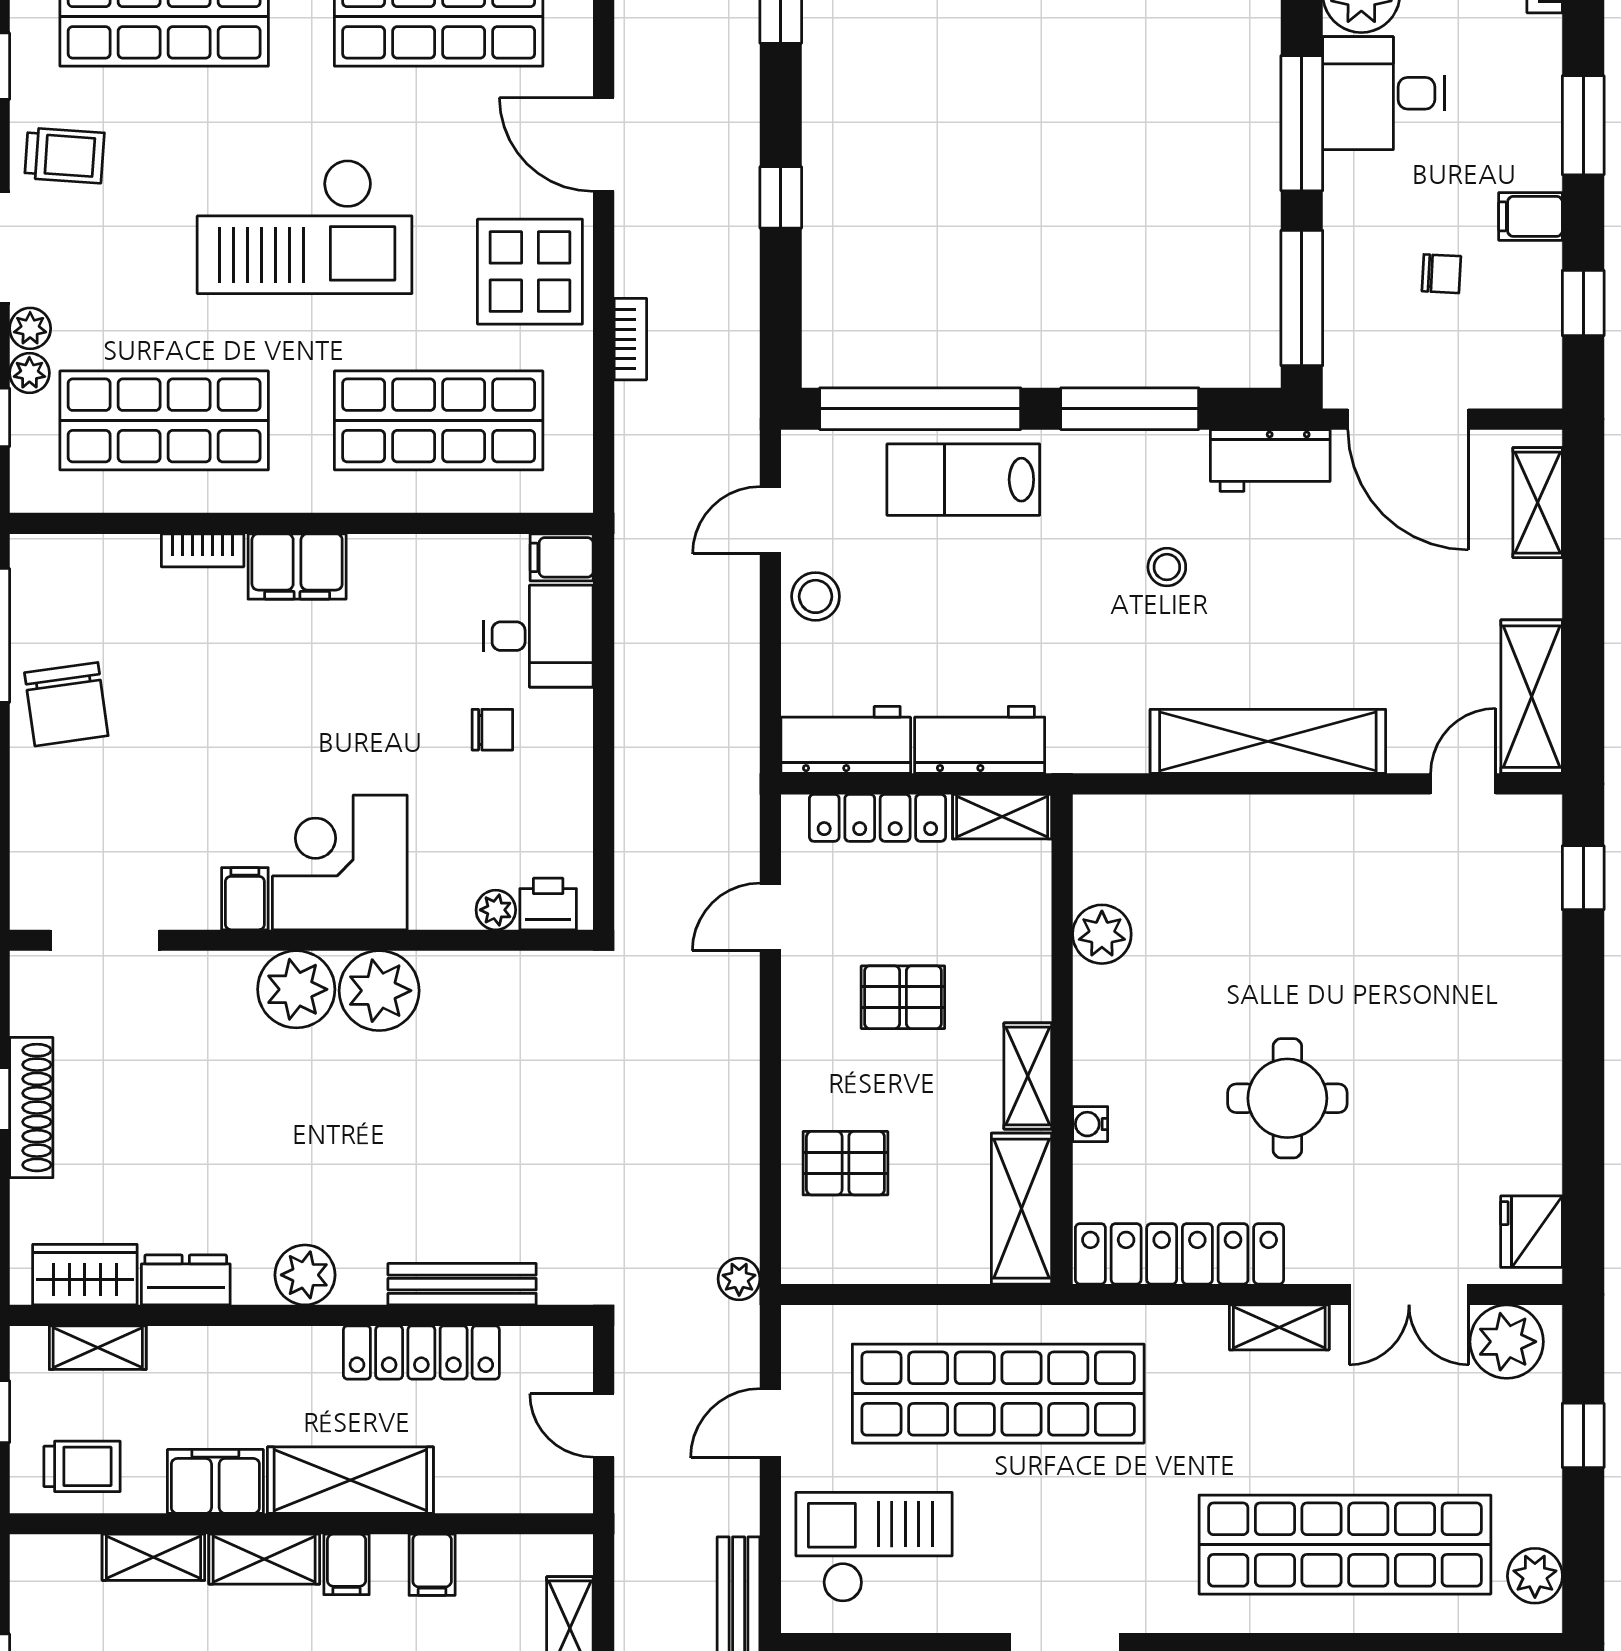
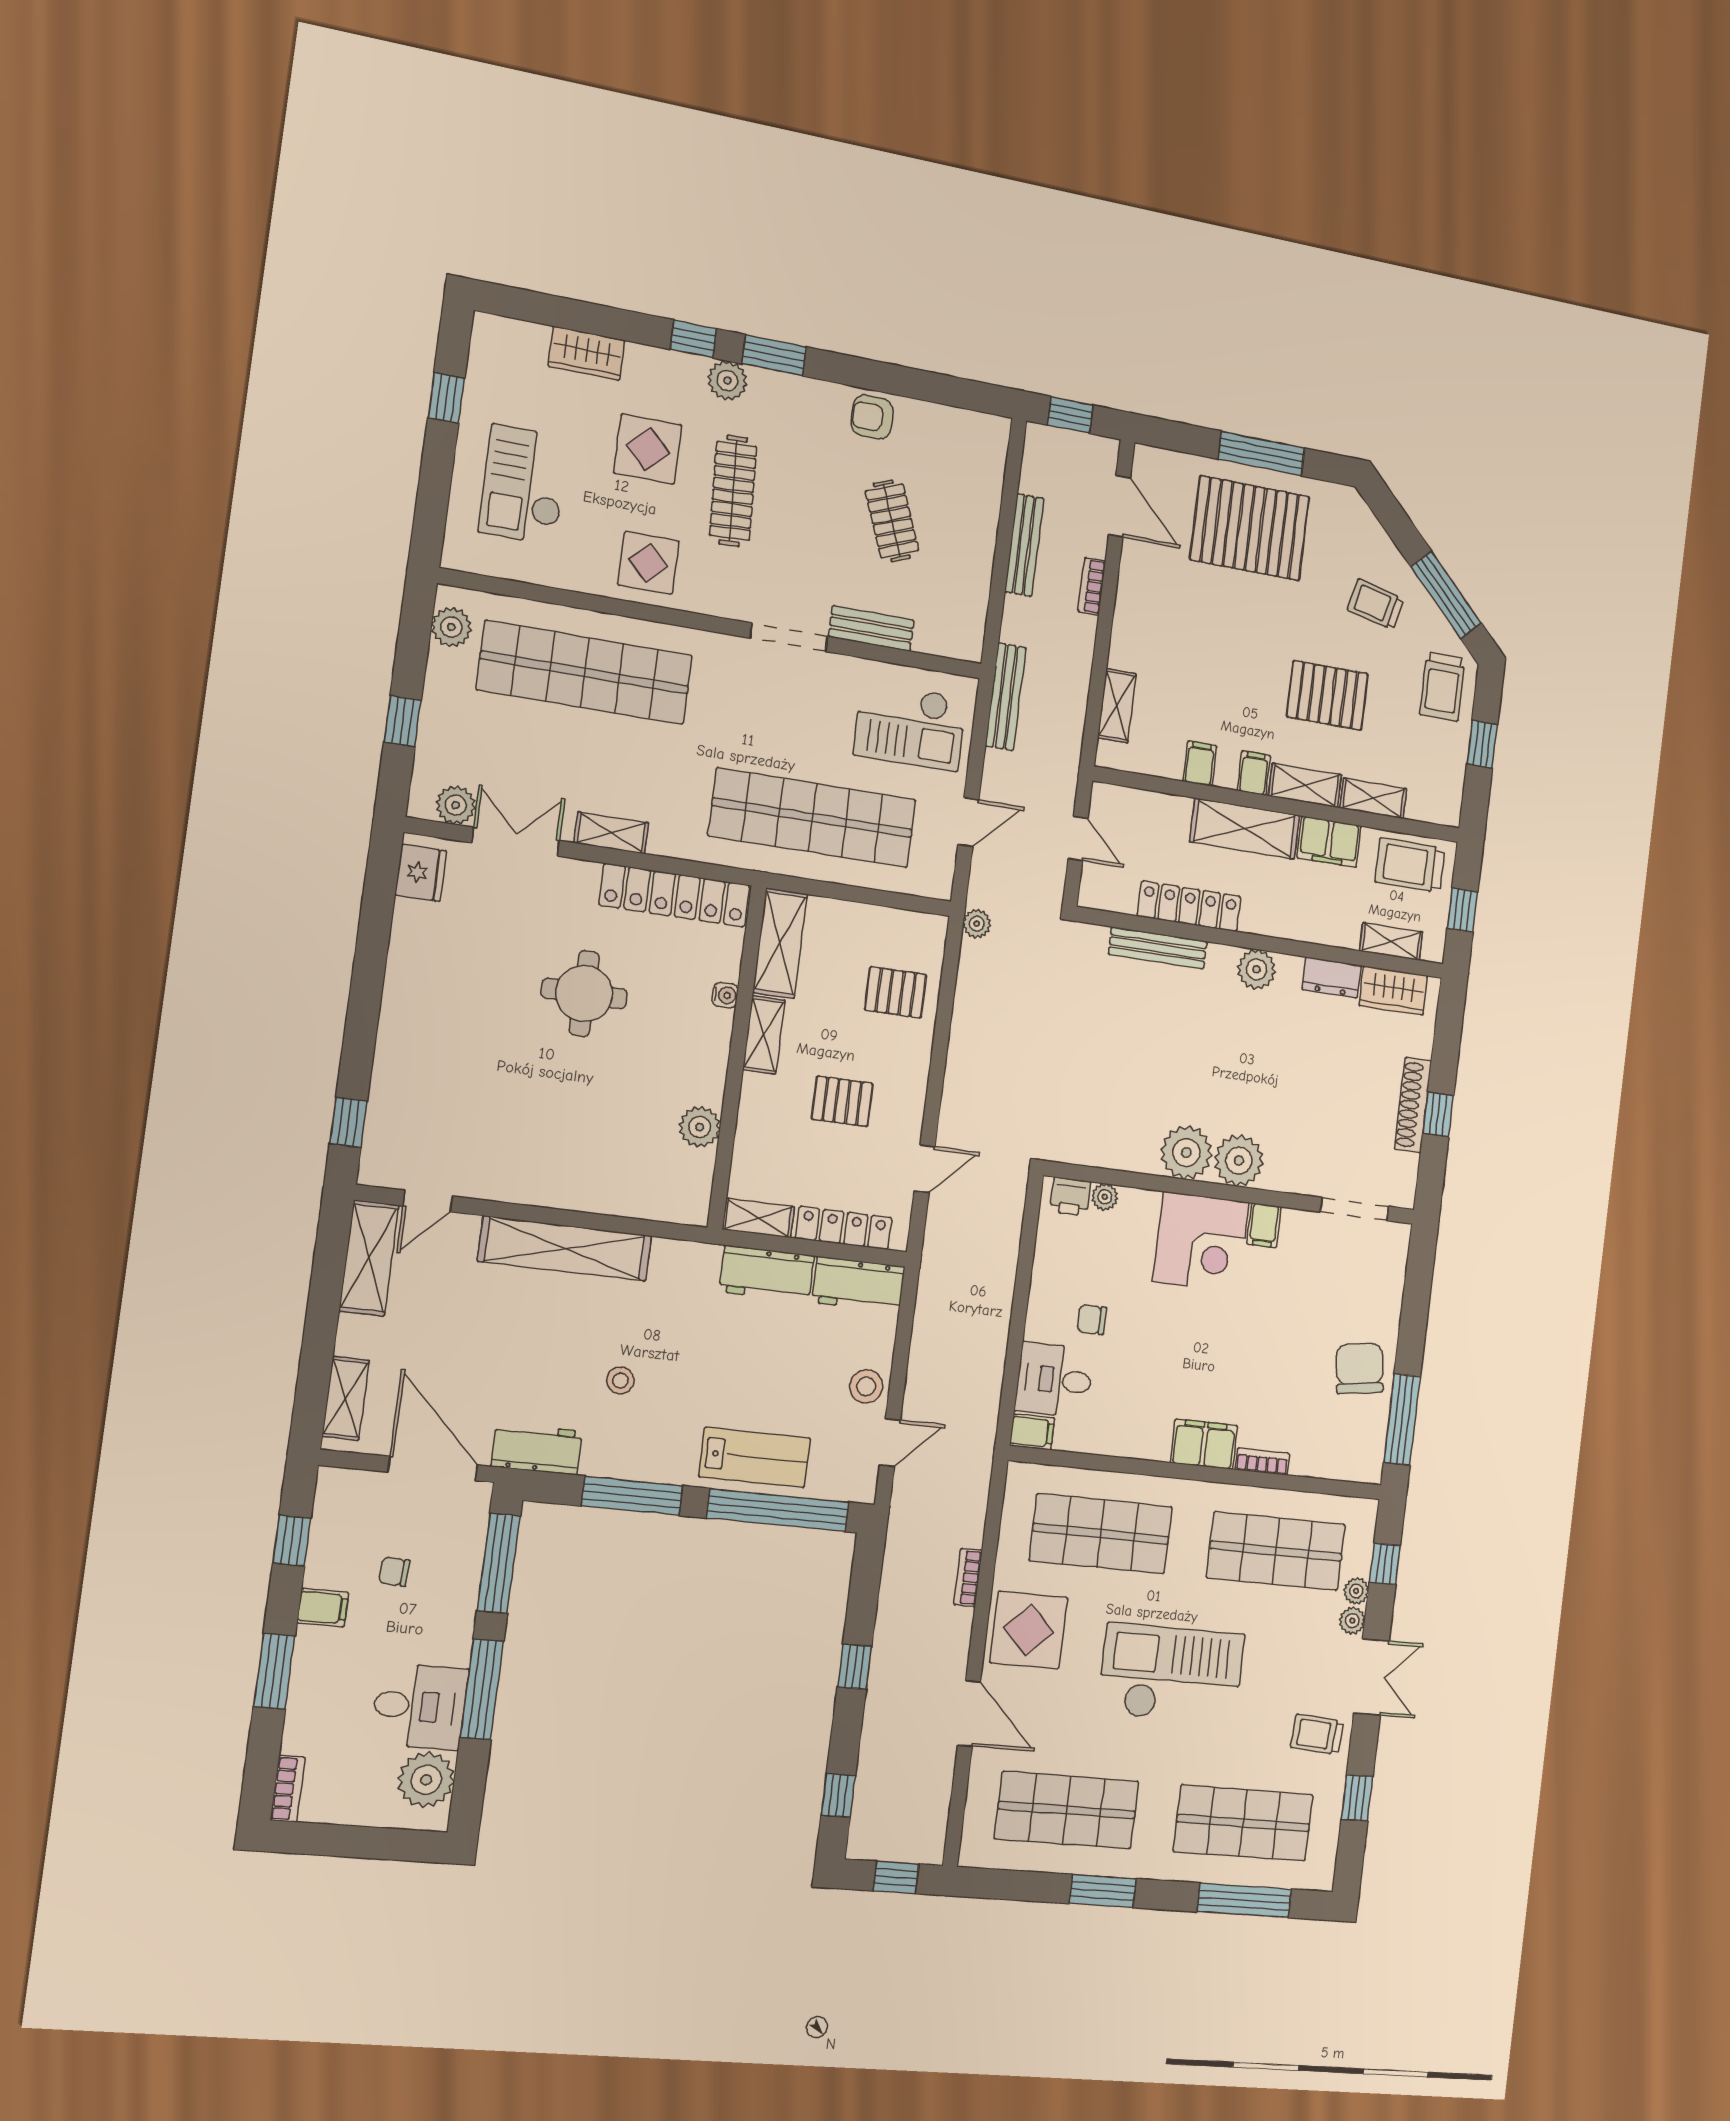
plant: (1507, 1342) -> (456, 805), width x0.73, depth x0.73
trolley: (82, 1466) -> (1410, 865), width x1.36, depth x1.39

